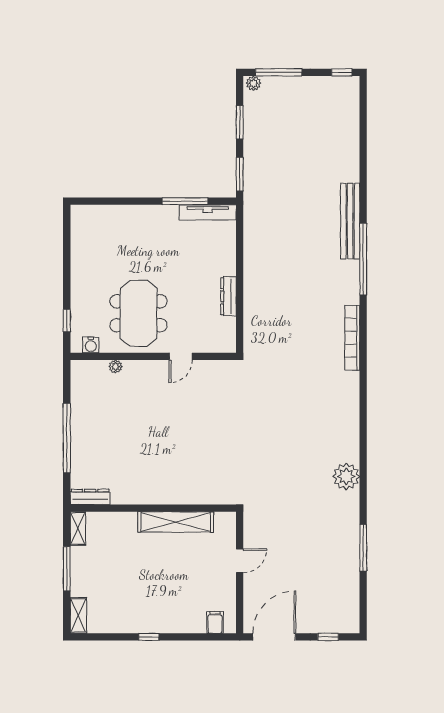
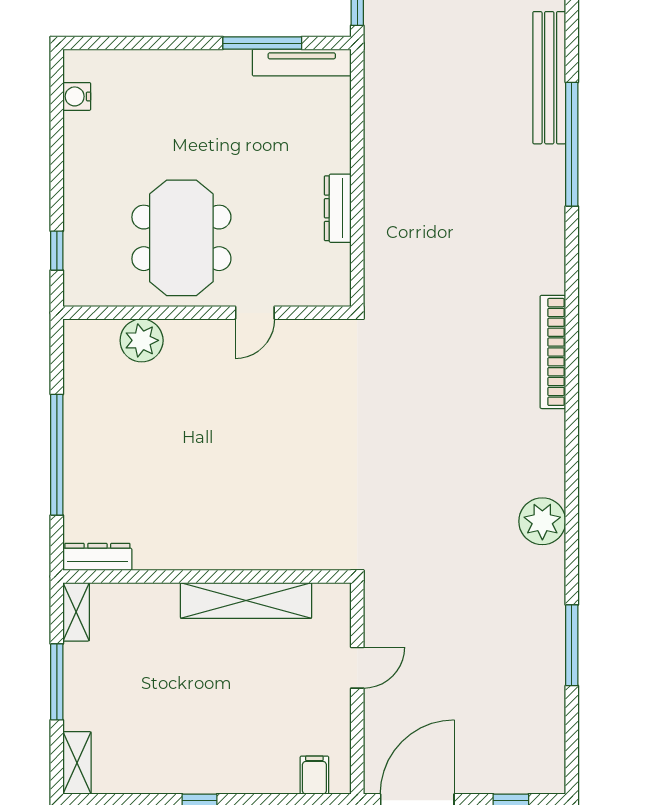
bookcase: (352, 338) -> (553, 352), moved
water cooler: (91, 345) -> (77, 96), moved, turned 90
plant: (116, 367) -> (142, 340), width x1.87, depth x1.87

